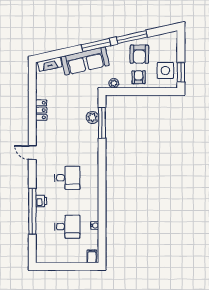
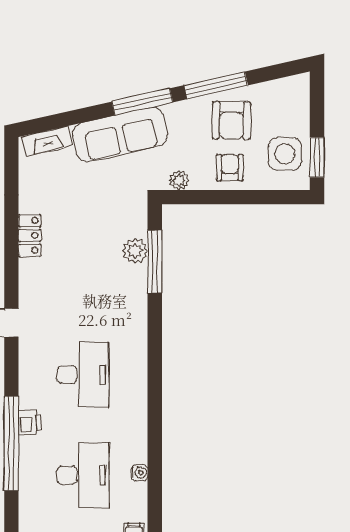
desk: (67, 178) -> (83, 375), width x1.37
desk: (67, 227) -> (83, 475), width x1.37

